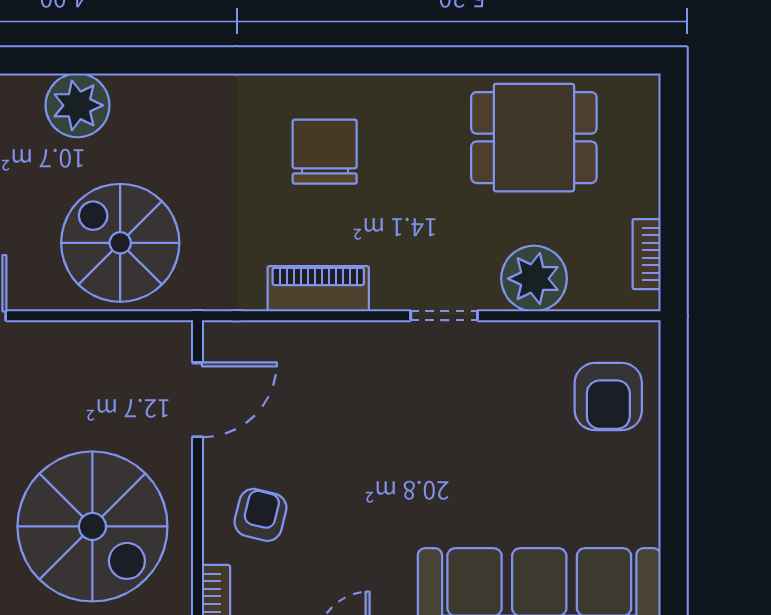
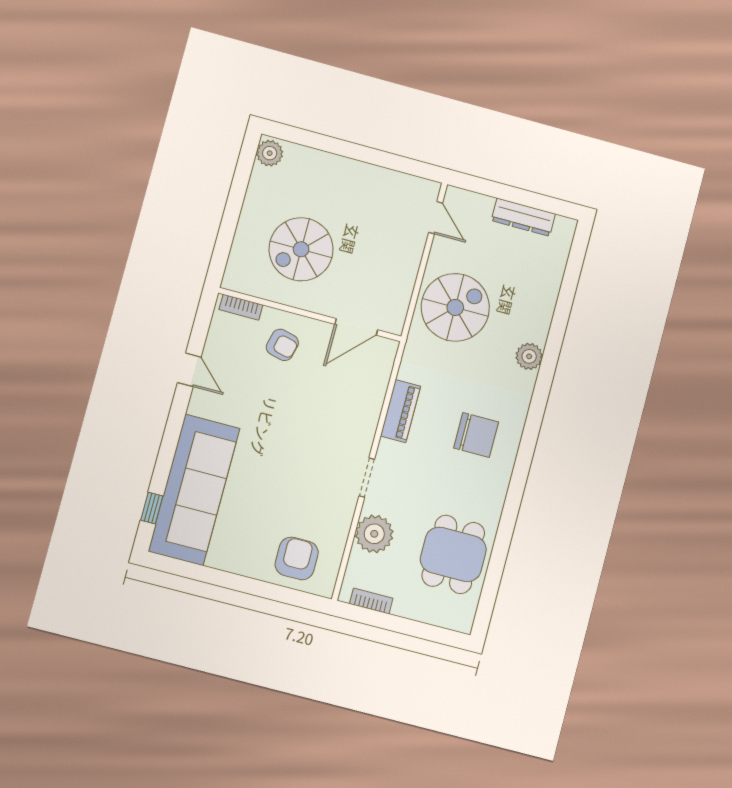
plant: (78, 105) -> (529, 356), moved, width x0.73, depth x0.73
armchair: (608, 397) -> (297, 558), turned 90
door: (198, 400) -> (356, 327), hinge flipped
spiral stairs: (92, 526) -> (301, 249), width x0.73, depth x0.73

